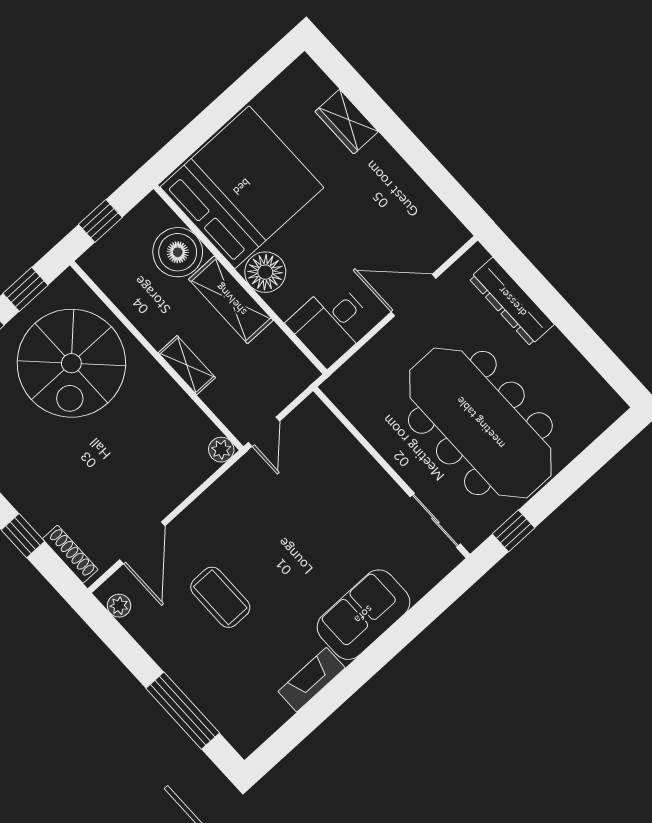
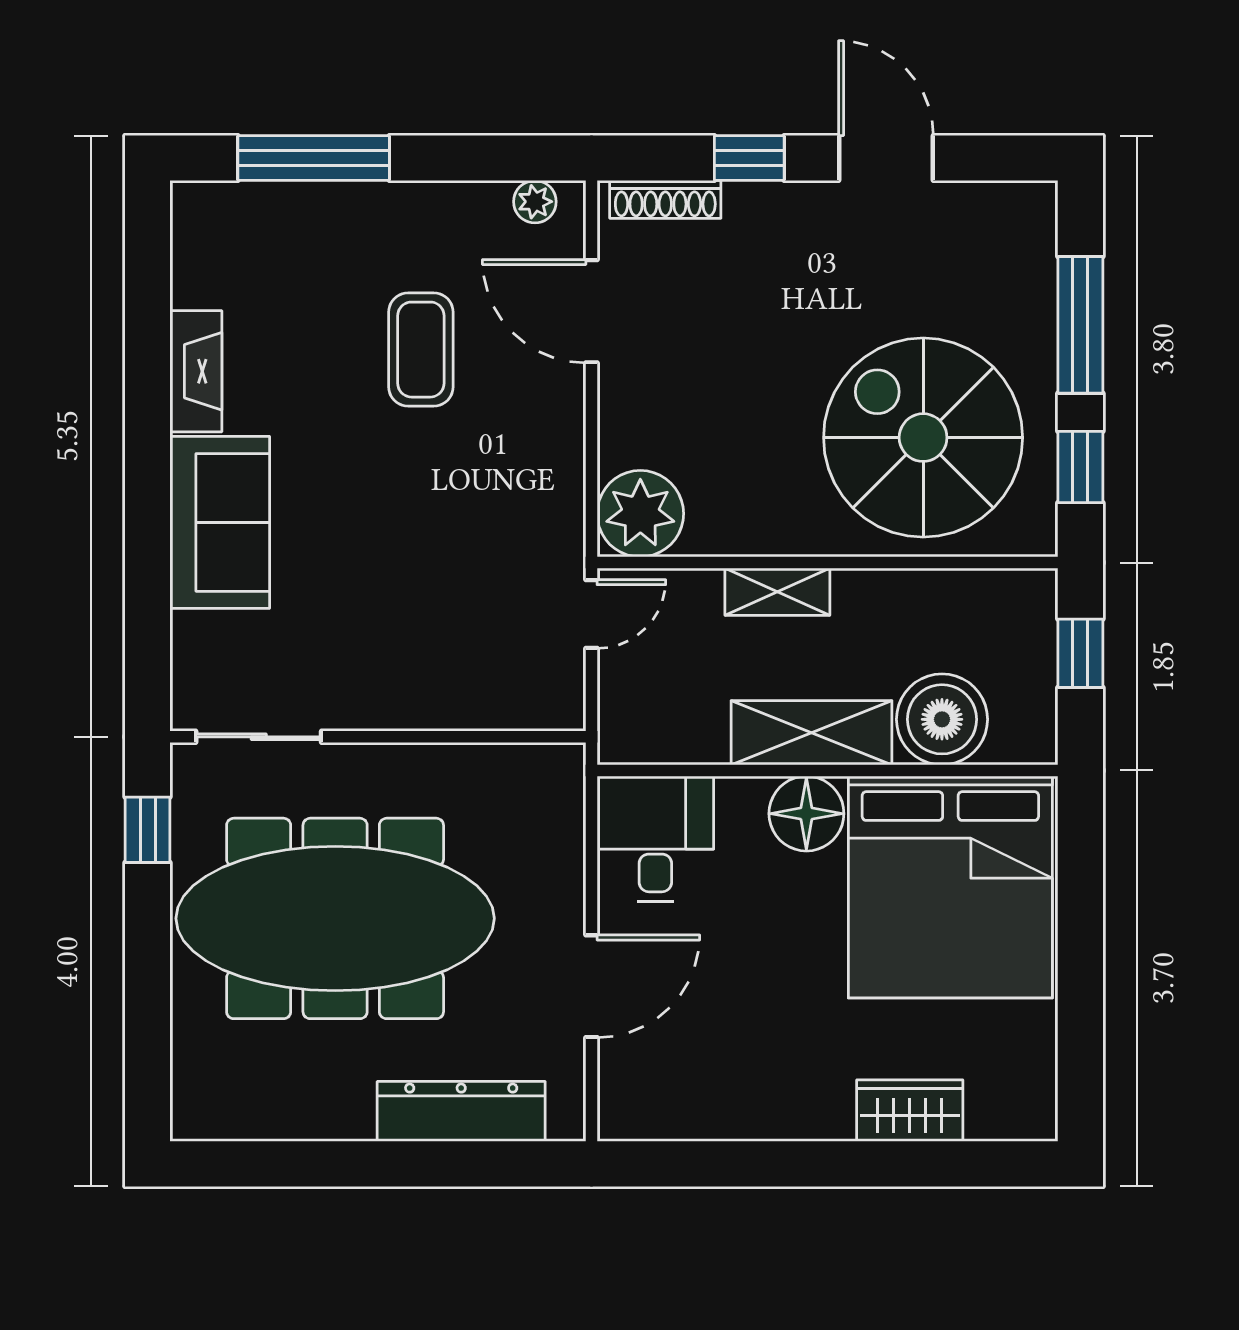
door: (264, 432) -> (591, 614), swing flipped
plant: (221, 450) -> (640, 514), width x1.88, depth x1.88
coffee table: (220, 597) -> (421, 350), turned 90

